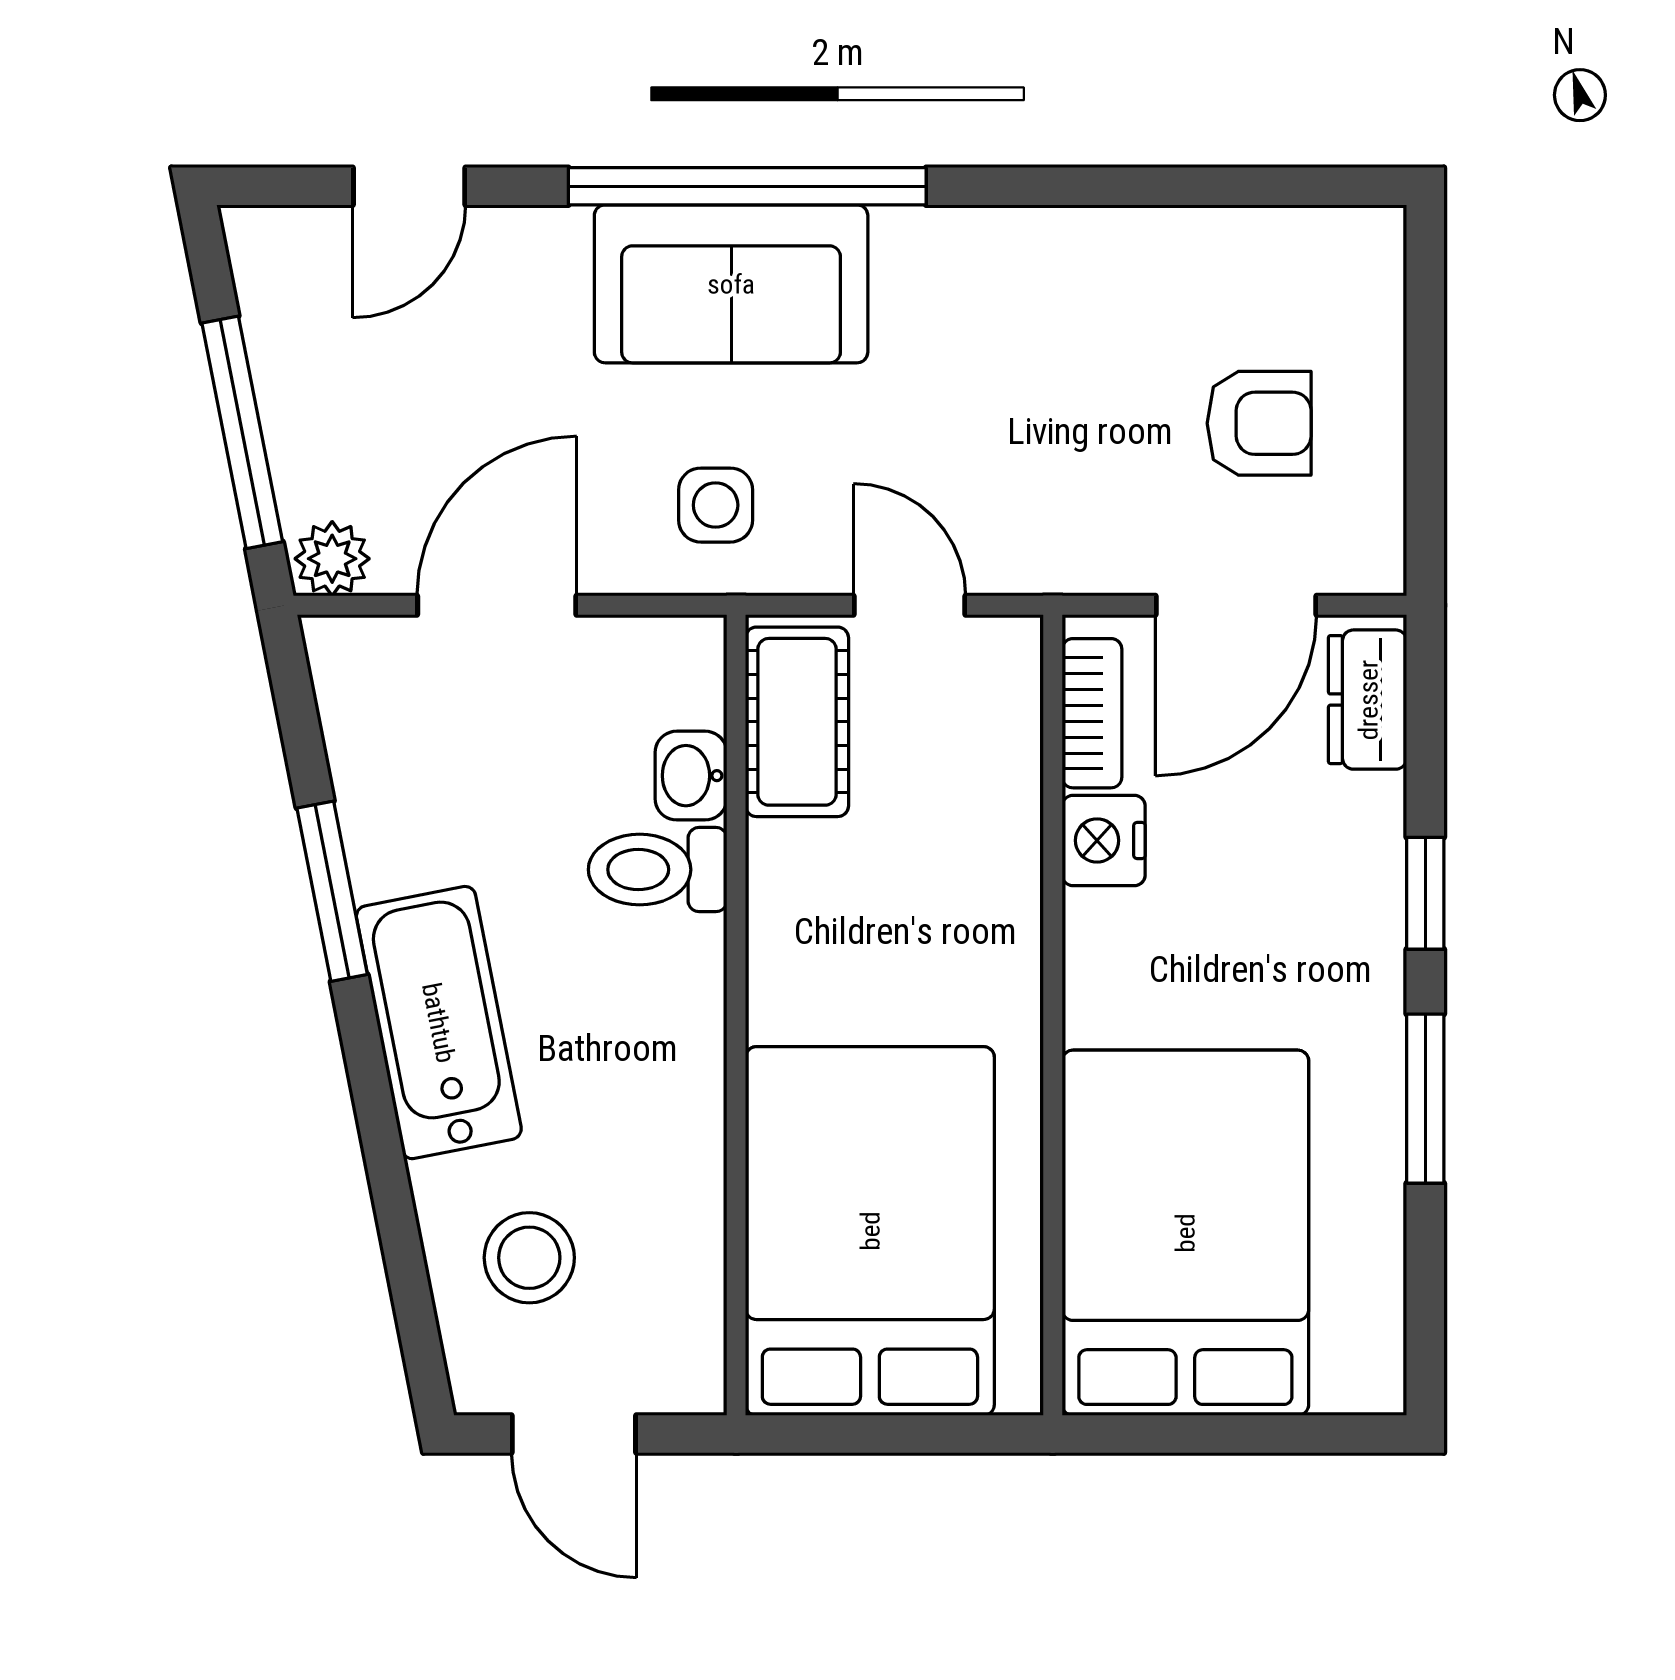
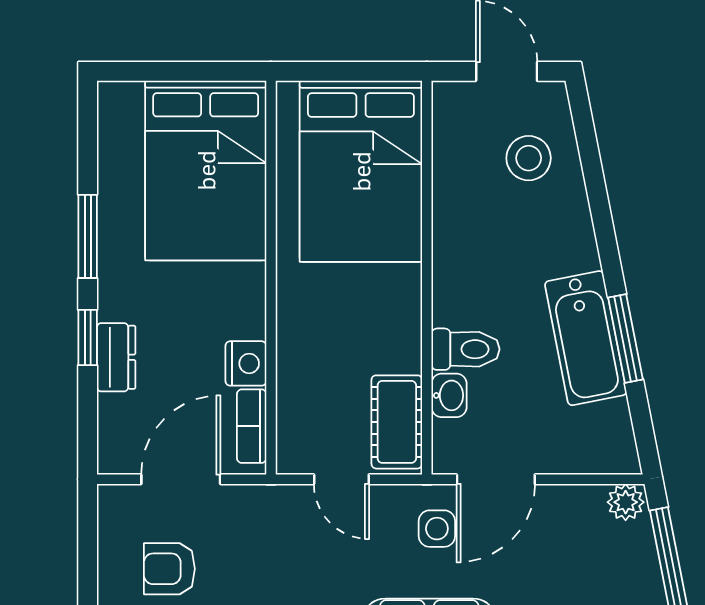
door: (497, 605) -> (496, 479), moved
dresser: (1368, 700) -> (116, 357), moved
bathtub: (439, 1023) -> (586, 338), moved

